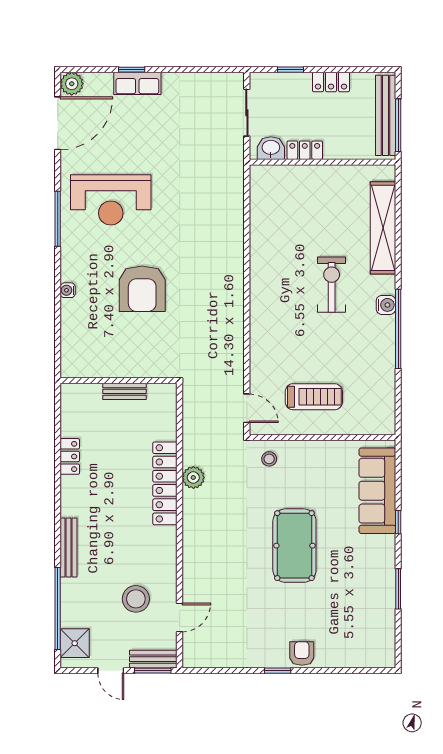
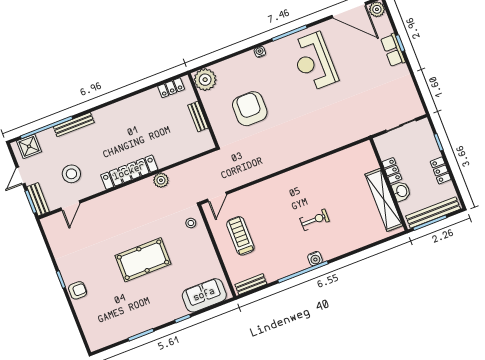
washbasin: (271, 148) -> (401, 191), moved
shelving: (383, 228) -> (384, 200), moved, turned 90
exercise bike: (332, 285) -> (315, 220), width x0.73, depth x0.72
armchair: (142, 289) -> (250, 109), moved, turned 90
water cooler: (68, 290) -> (260, 52), moved
plant: (77, 361) -> (205, 80), added
treadmill: (314, 397) -> (240, 236), turned 180
bench: (387, 408) -> (251, 284), added
locker: (70, 456) -> (171, 88), moved
locker: (165, 483) -> (129, 172), moved
sofa: (377, 491) -> (204, 295), width x0.73
bench: (68, 548) -> (74, 125), moved
door: (180, 617) -> (70, 205), hinge flipped

